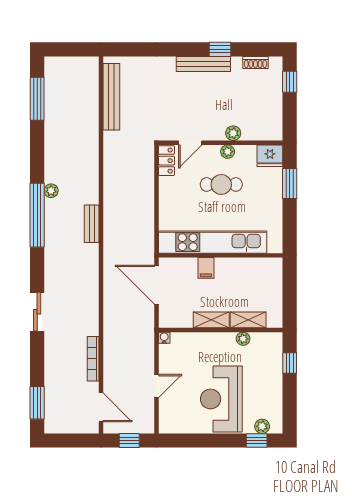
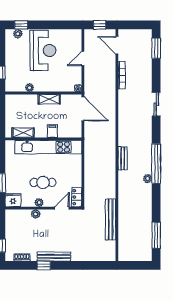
bench: (111, 97) -> (111, 219), moved
door: (156, 285) -> (83, 109), moved
shelving: (248, 320) -> (23, 133), moved

